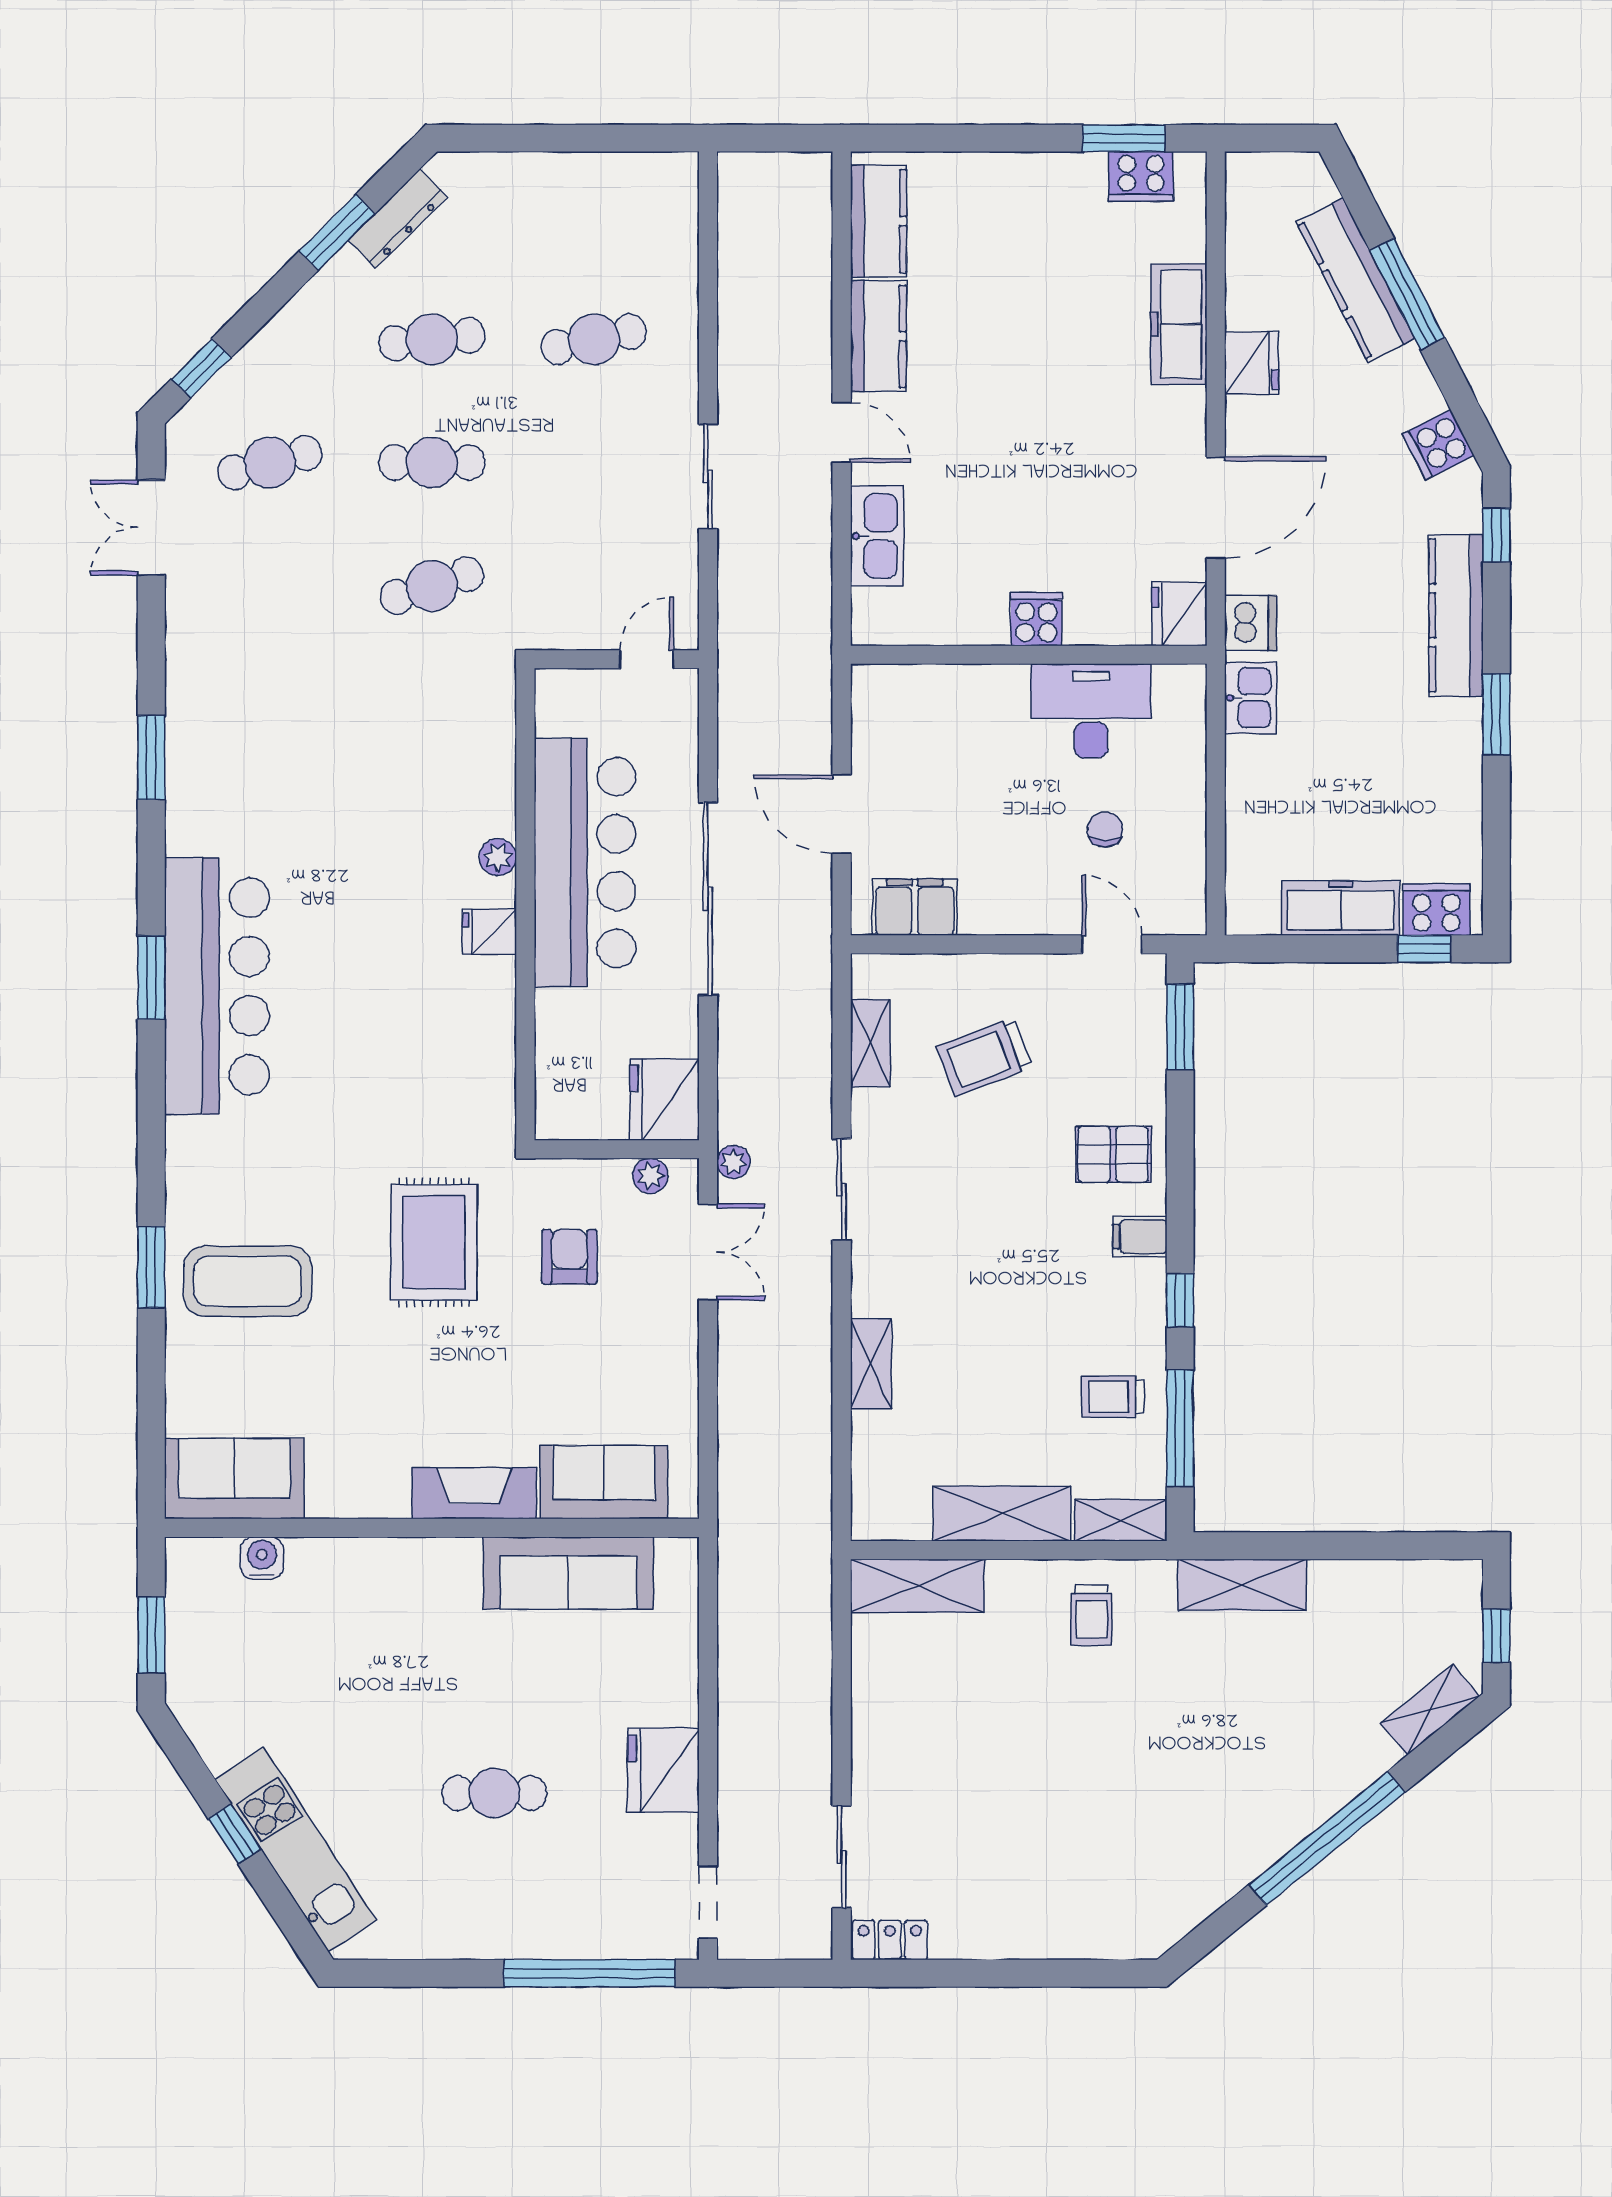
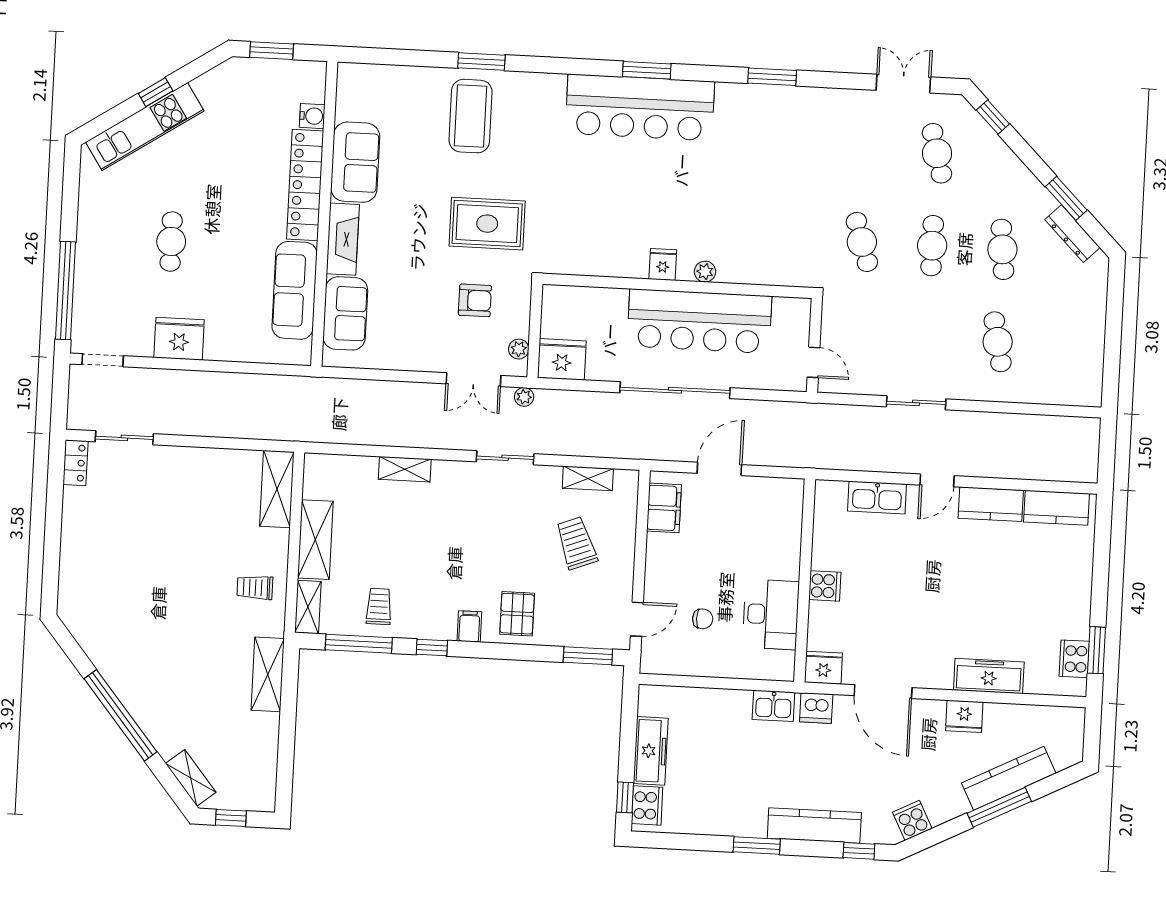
sofa: (234, 1479) -> (355, 162), moved
locker: (383, 1564) -> (305, 185), added

